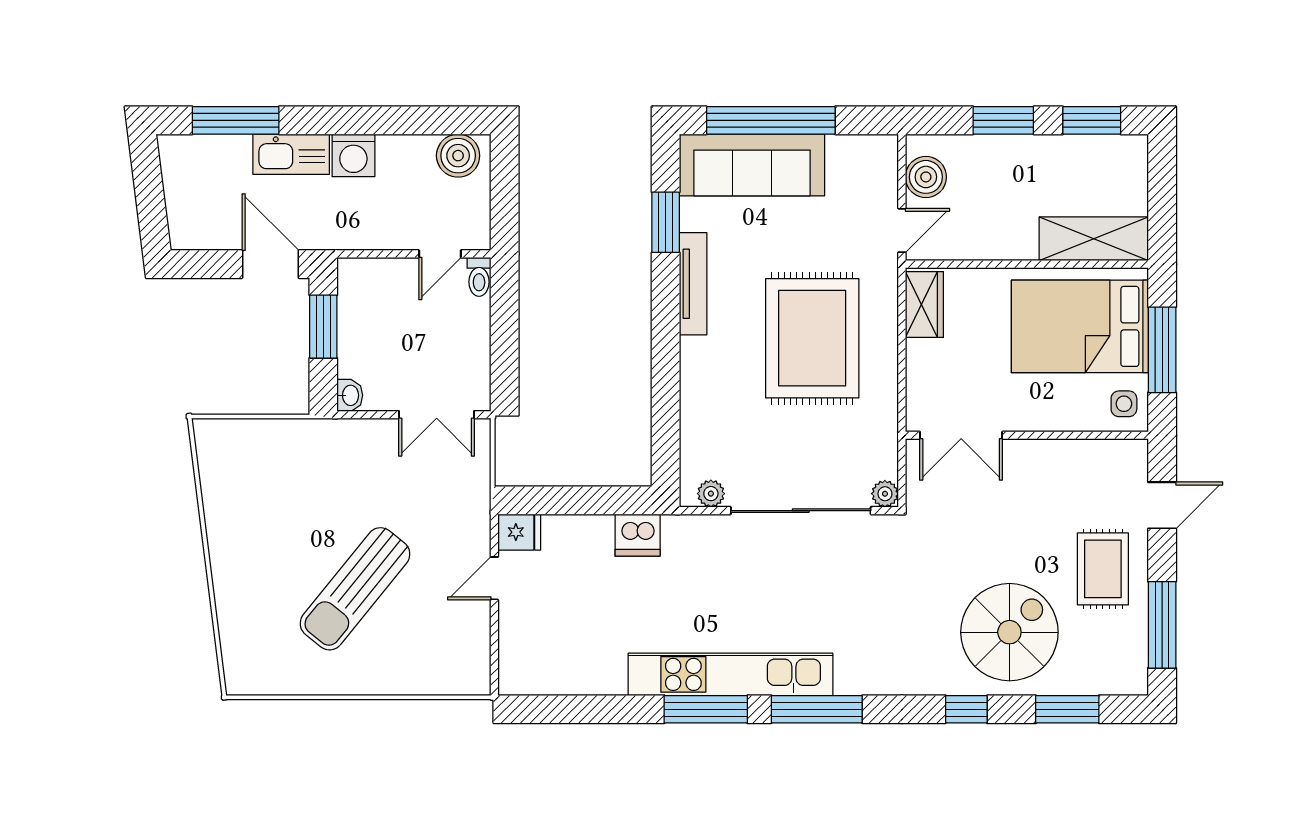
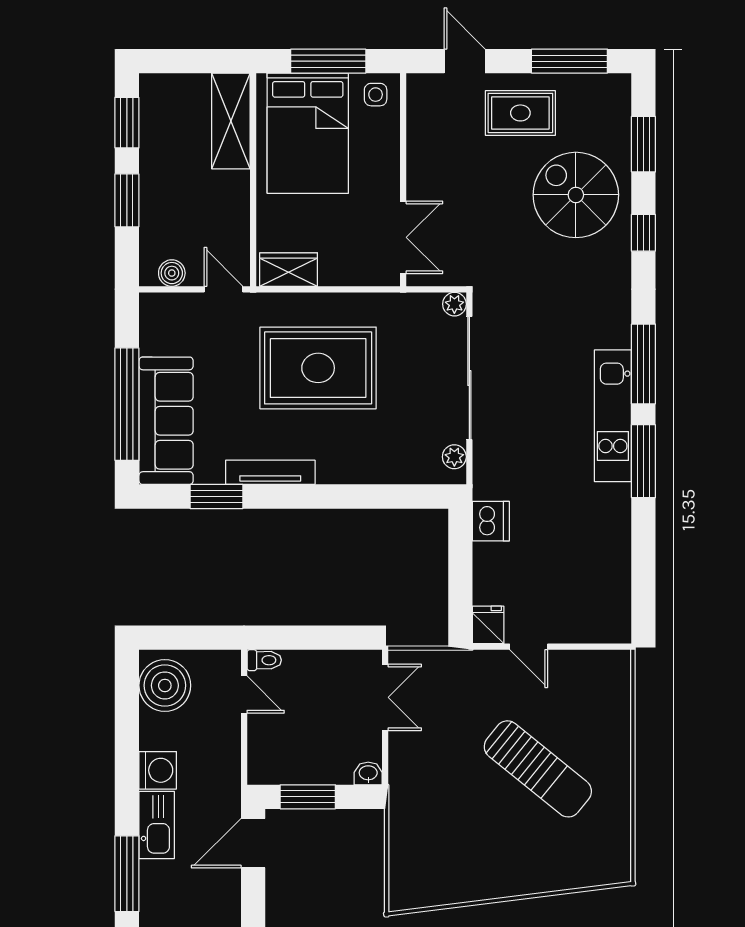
boiler: (458, 156) -> (165, 685), width x1.37, depth x1.37
boiler: (926, 177) -> (172, 273), width x0.73, depth x0.73
kitchen unit: (730, 674) -> (613, 416), width x0.73

